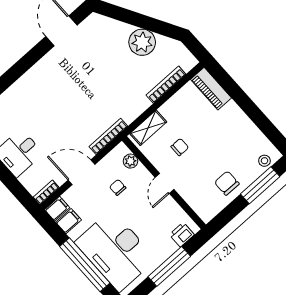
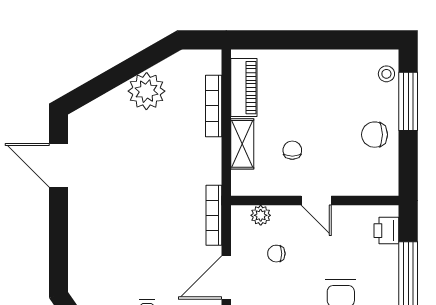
piano: (211, 89) -> (244, 88), moved, turned -90
shelving: (148, 128) -> (242, 144), moved

